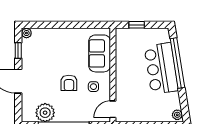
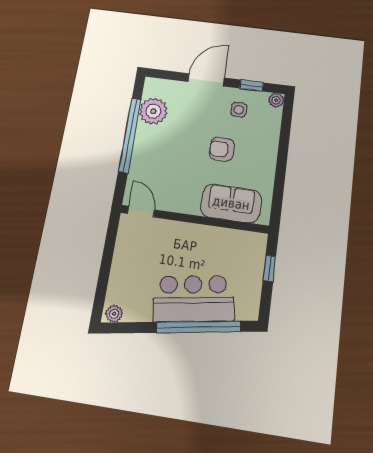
armchair: (69, 83) -> (222, 149), moved
side table: (93, 87) -> (239, 110), moved

